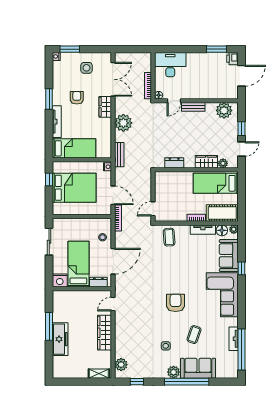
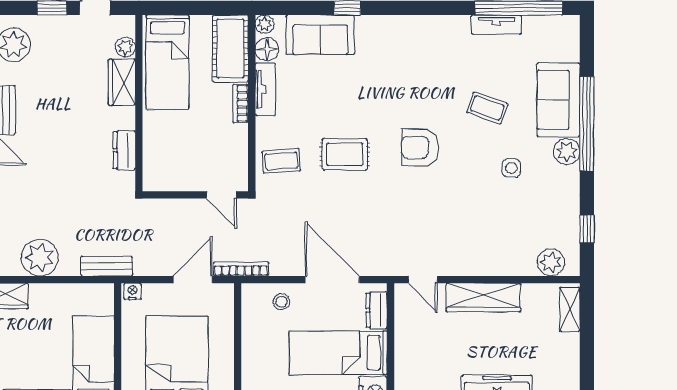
rug: (172, 267) -> (345, 154), added
corner sofa: (222, 295) -> (403, 48), removed

